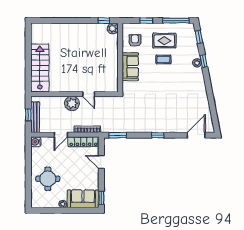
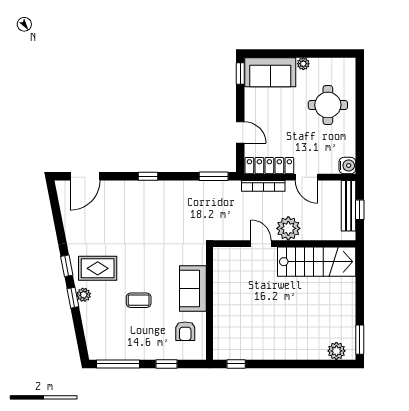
plant: (113, 29) -> (336, 351), moved
window: (28, 35) -> (360, 340), added
window: (199, 37) -> (67, 266), moved
rug: (164, 41) -> (98, 268), moved
stairs: (40, 68) -> (317, 262), moved, turned -90
door: (61, 135) -> (307, 177), swing flipped

